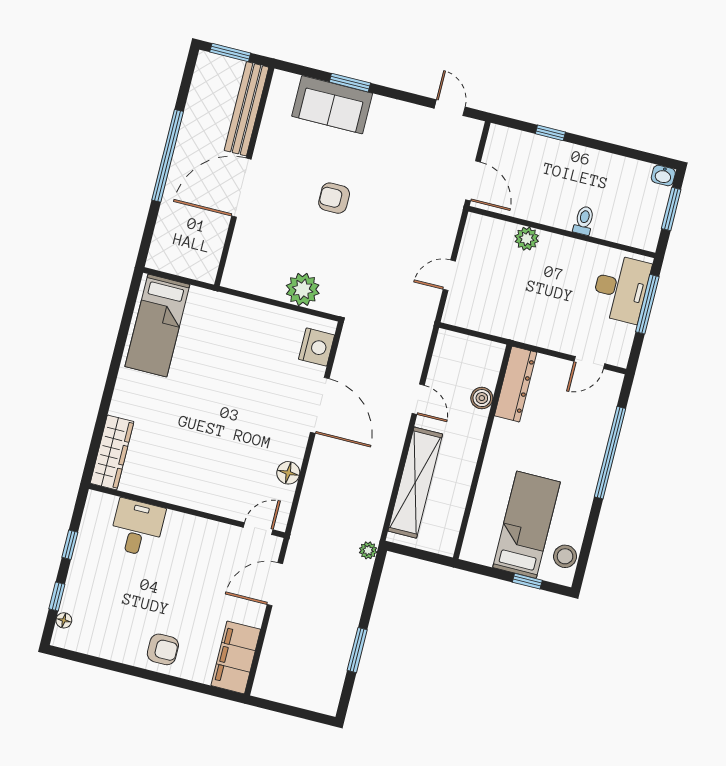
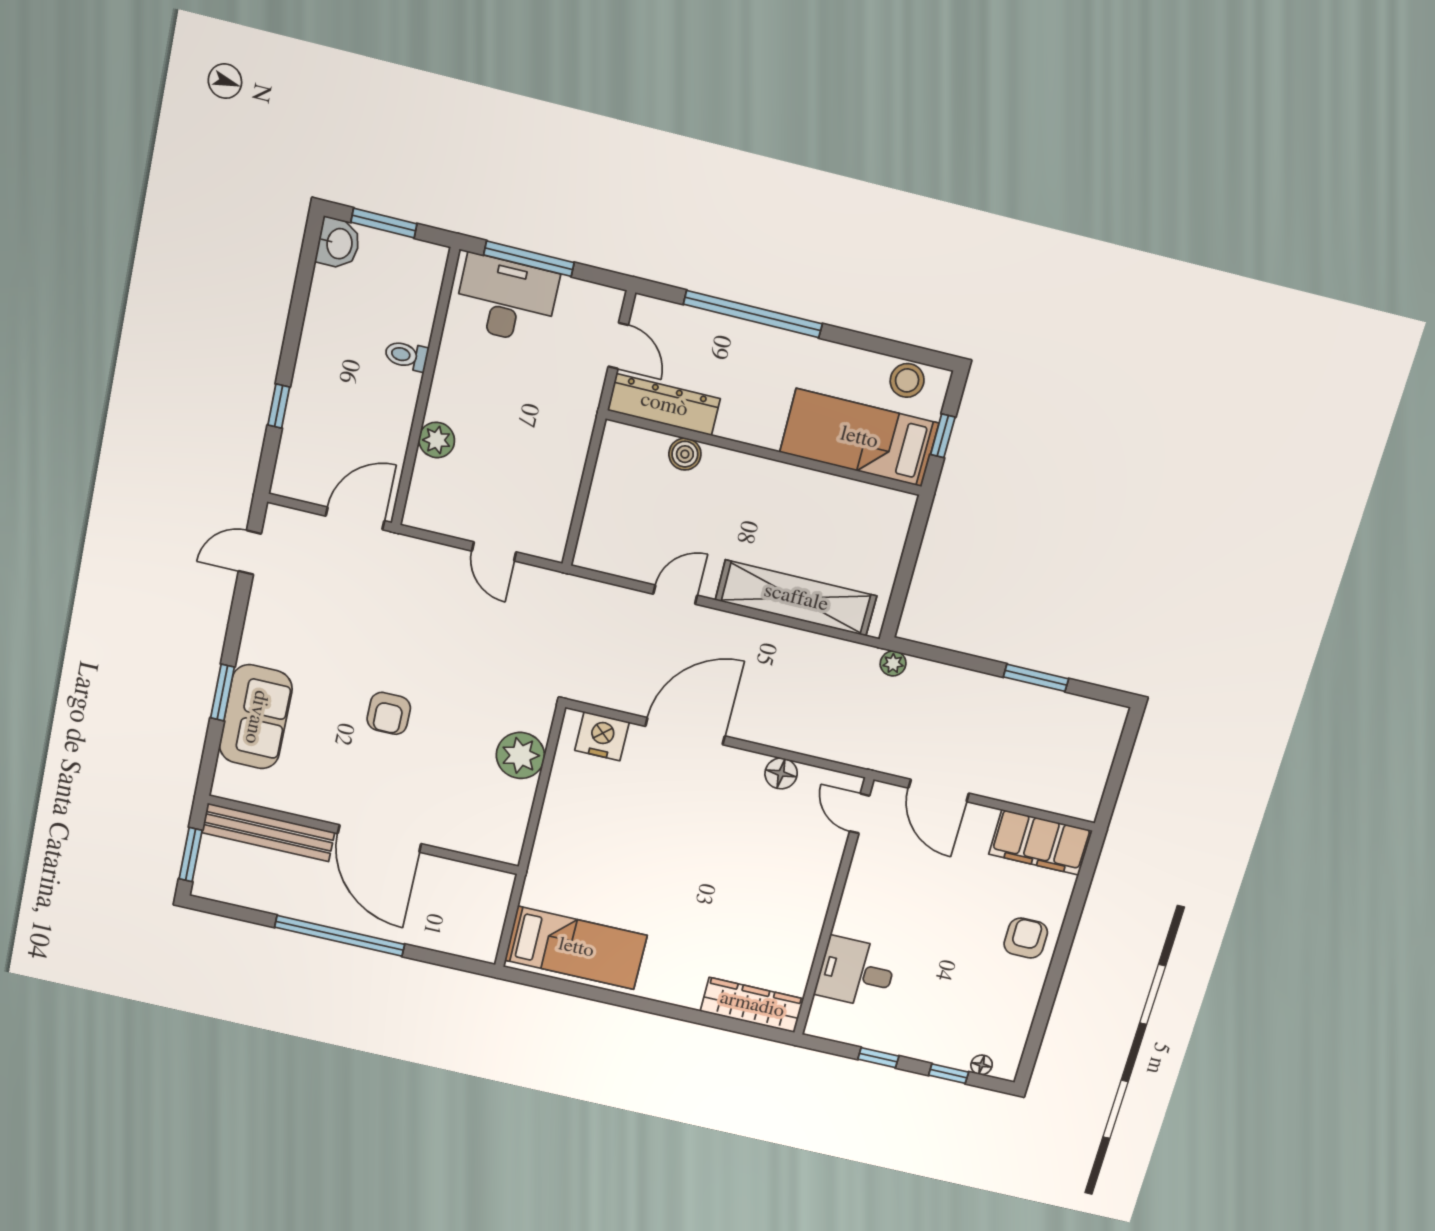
washbasin: (663, 175) -> (338, 243), width x1.38, depth x1.45
dresser: (516, 384) -> (664, 405), moved
boiler: (482, 398) -> (685, 454), moved
wall: (482, 452) -> (764, 453), moved

